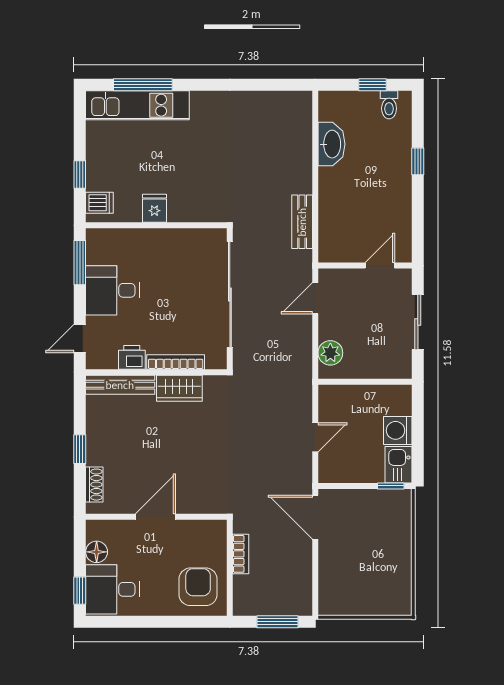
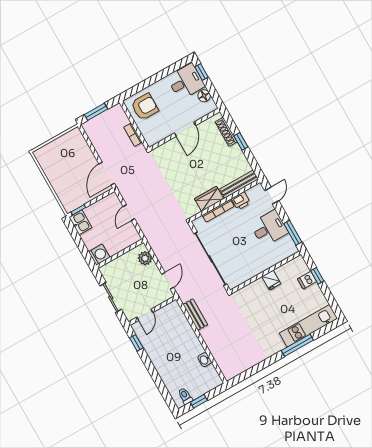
window: (143, 85) -> (297, 345), moved
washbasin: (331, 144) -> (205, 360), width x0.52, depth x0.69
window: (418, 161) -> (136, 343), moved
dishwasher: (99, 203) -> (307, 280), moved
washing machine: (398, 430) -> (99, 255), moved
shoe rack: (94, 485) -> (226, 132), width x1.43
door: (315, 517) -> (107, 174), swing flipped
armchair: (198, 587) -> (145, 107), turned -90

